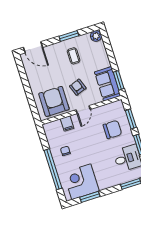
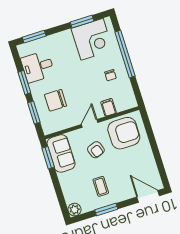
armchair: (54, 101) -> (124, 133), turned -90

